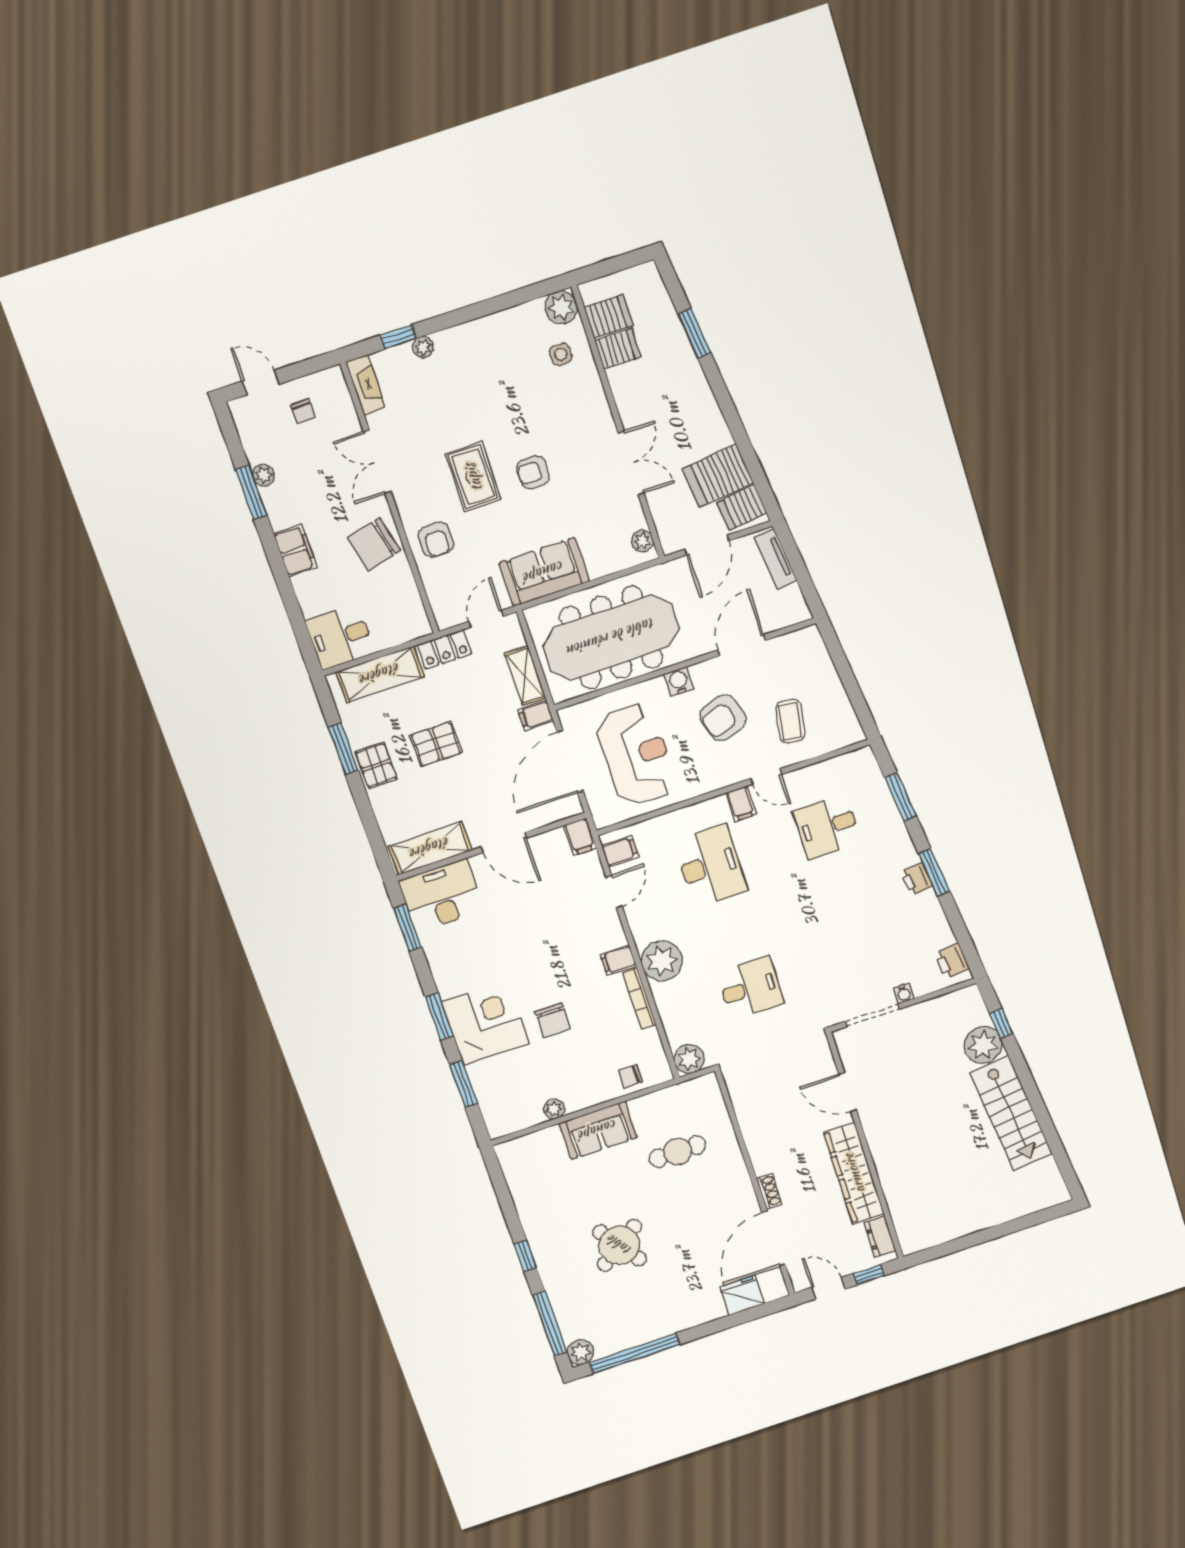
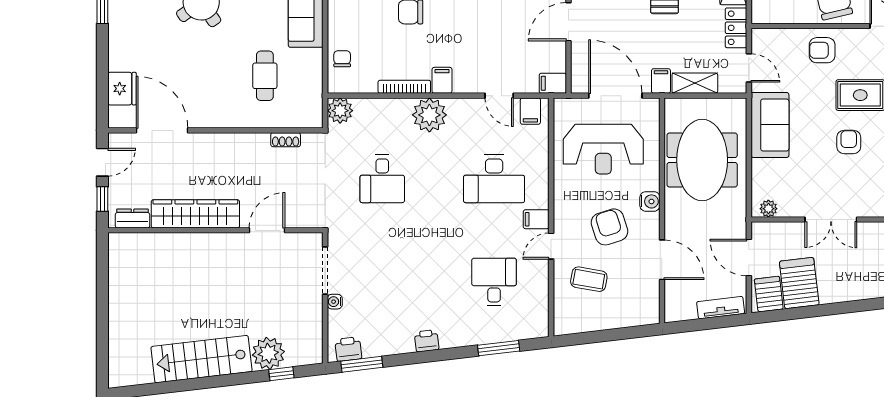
meeting table: (611, 637) -> (702, 160), width x0.73
window: (934, 872) -> (362, 364), moved
shoe rack: (769, 1191) -> (286, 140), moved

